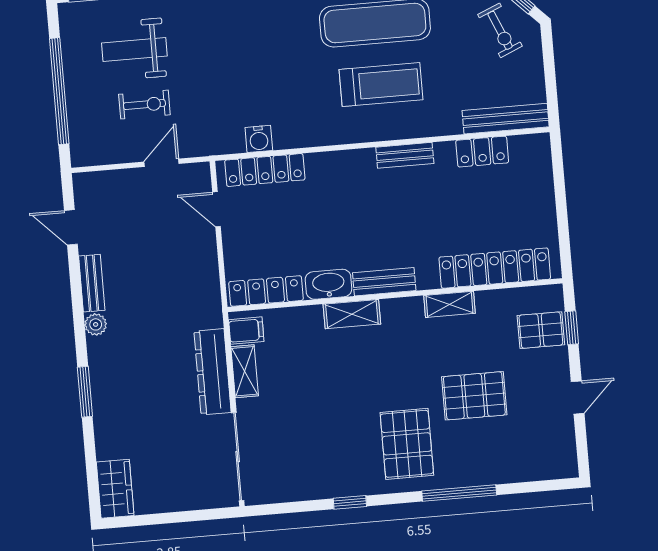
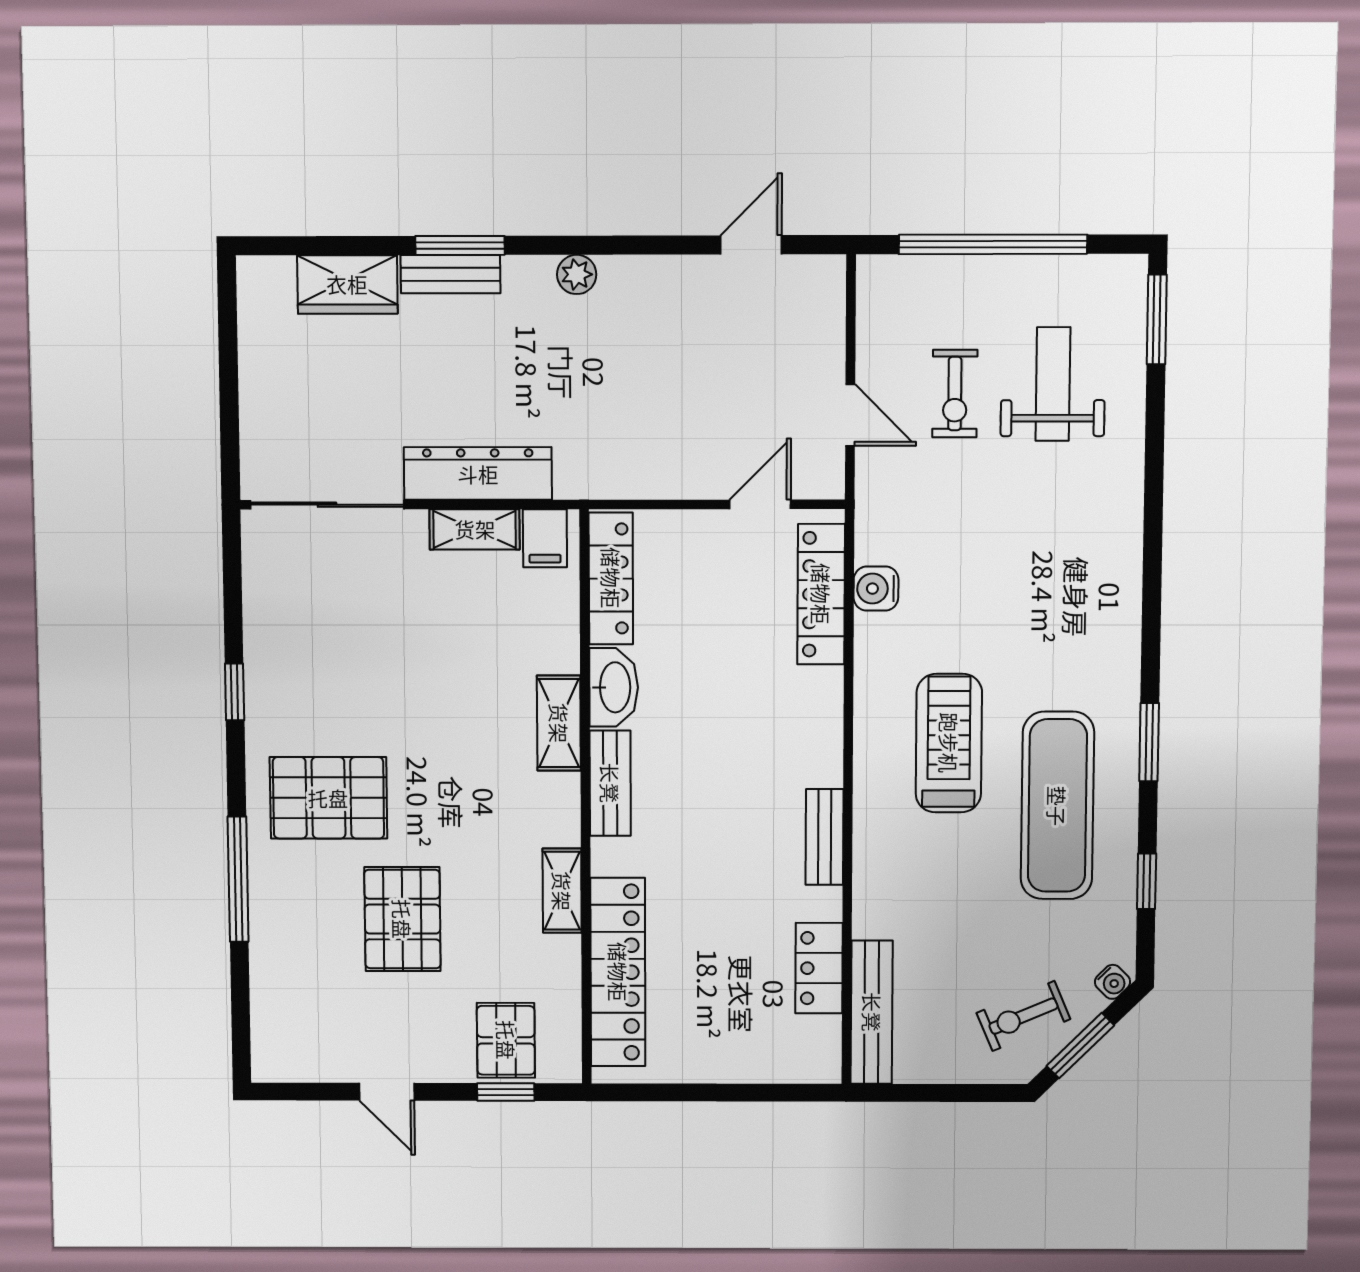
treadmill: (381, 85) -> (949, 743), moved, turned 180
bench: (92, 283) -> (450, 274), moved
wardrobe: (115, 489) -> (347, 284), moved

